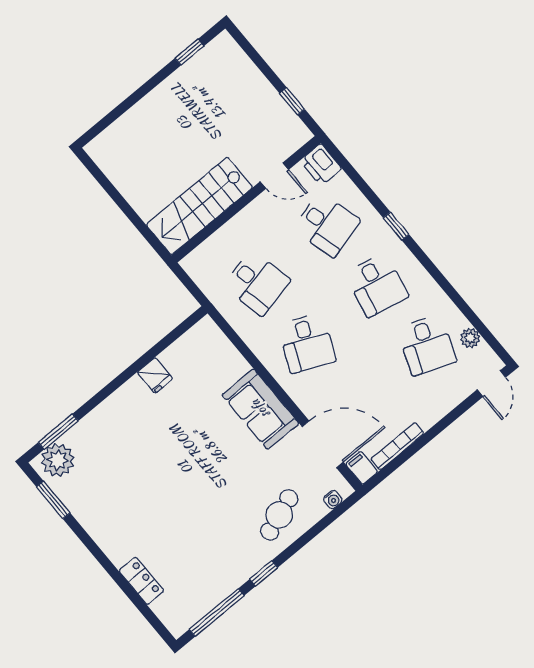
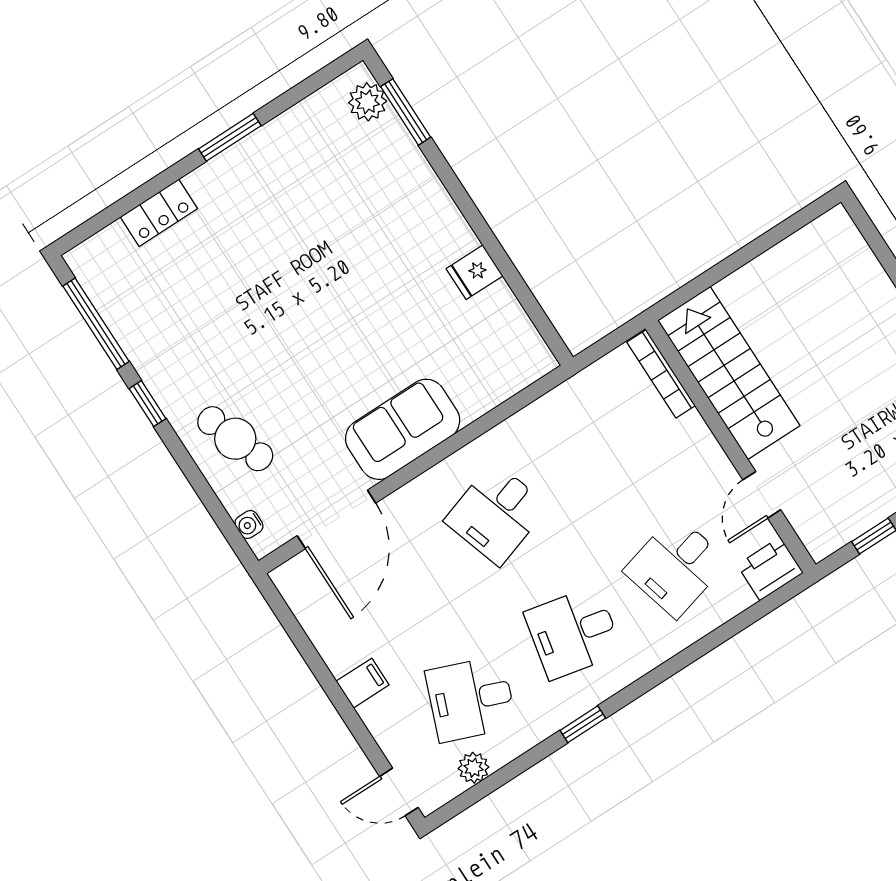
window: (396, 226) -> (583, 724), moved
desk: (257, 283) -> (599, 447), removed
desk: (307, 343) -> (496, 514), turned -42
bookcase: (397, 446) -> (661, 374), moved, turned 180
plant: (58, 460) -> (368, 102), width x0.73, depth x0.73
filing cabinet: (362, 468) -> (363, 683), moved
window: (53, 500) -> (230, 137), moved

